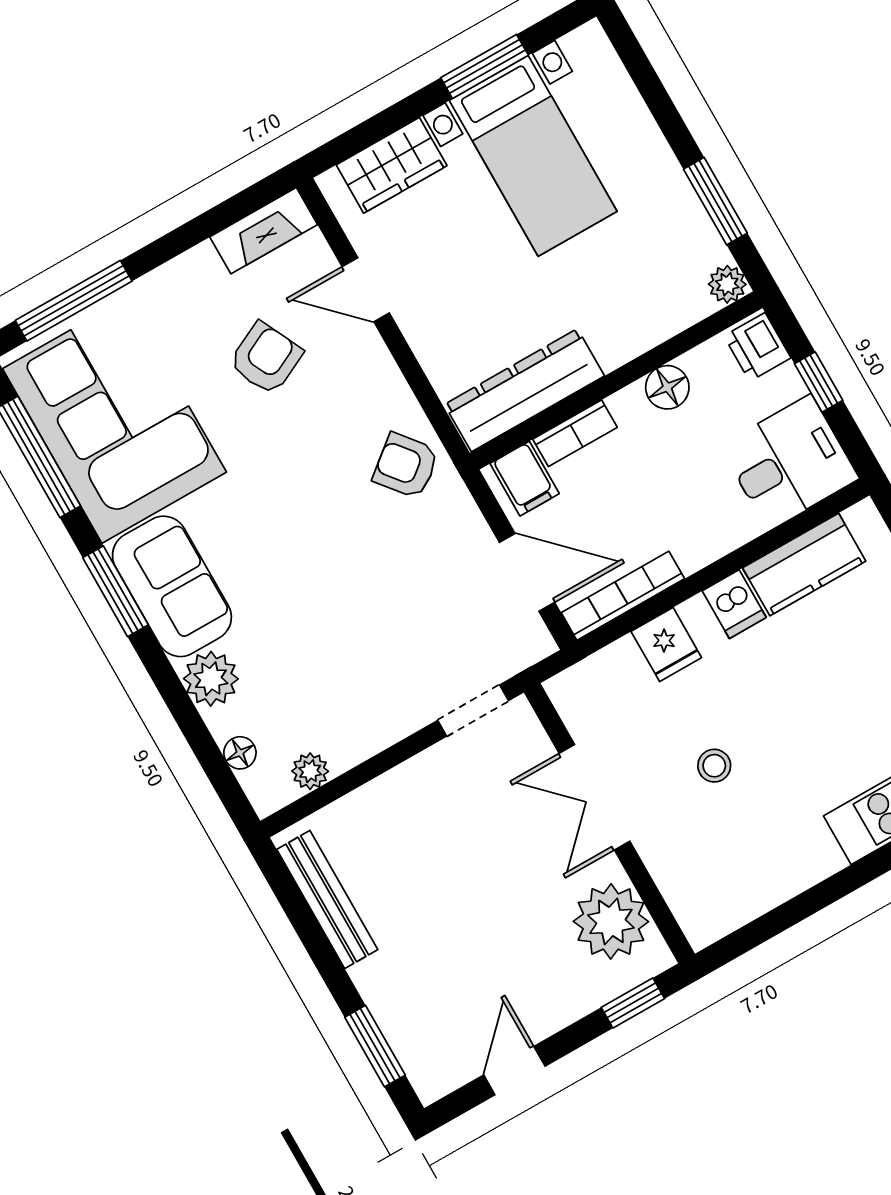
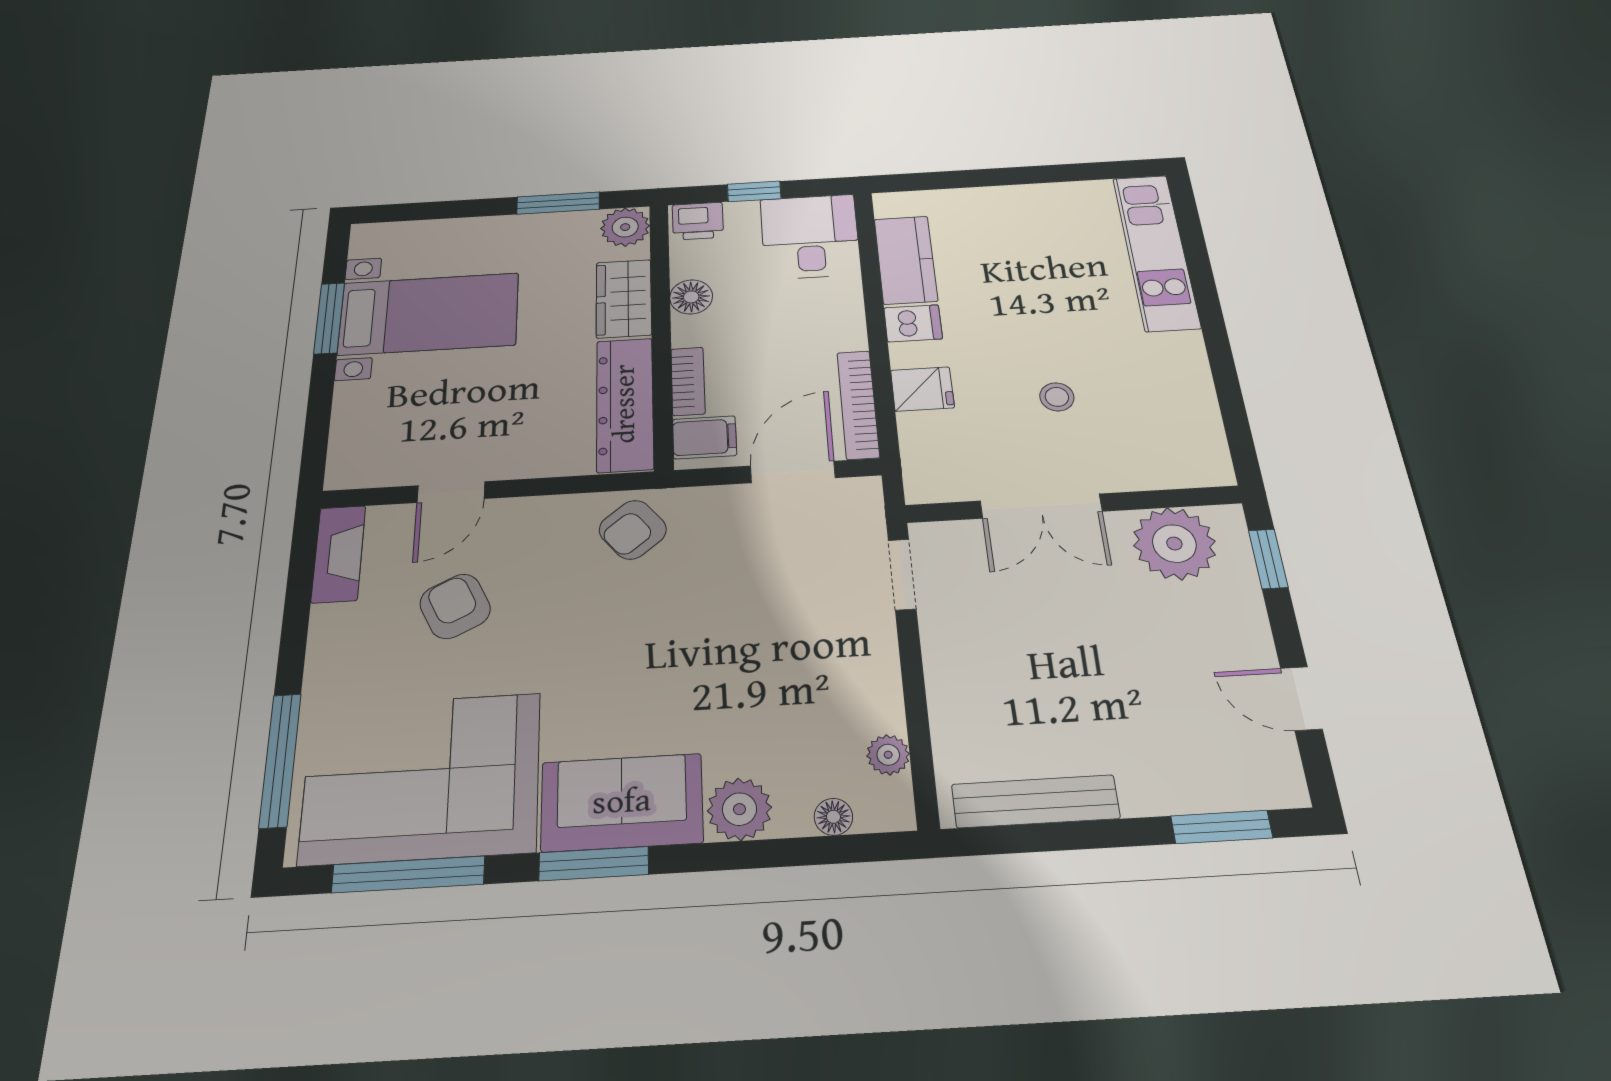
wardrobe: (392, 165) -> (624, 299), moved, turned 180
plant: (727, 284) -> (625, 227), width x1.38, depth x1.38

